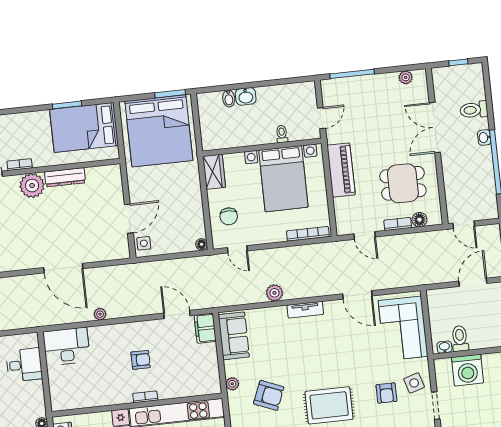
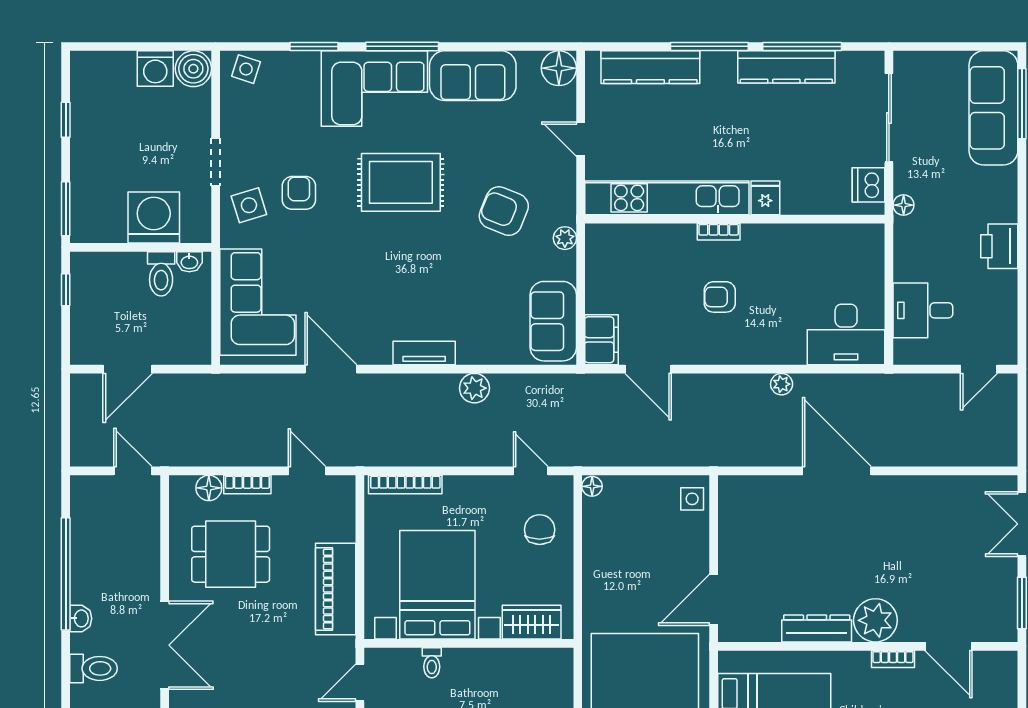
wardrobe: (214, 172) -> (532, 622), moved, turned 90
door: (129, 219) -> (714, 600), moved

